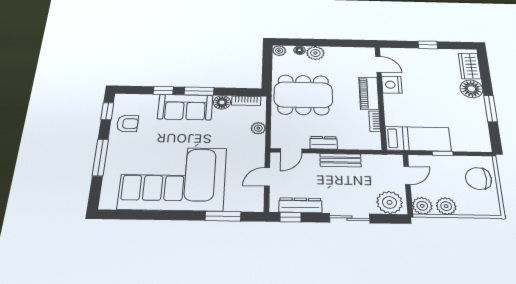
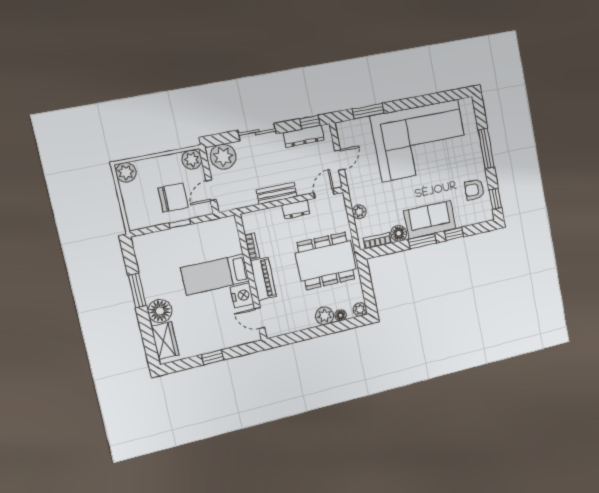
bed: (418, 139) -> (215, 275), moved
chair: (478, 178) -> (173, 198), moved
plant: (446, 206) -> (126, 172), moved

